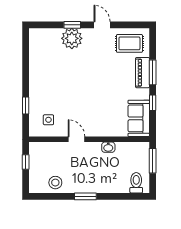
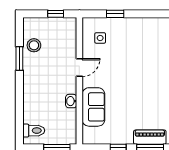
sofa: (139, 118) -> (93, 107), moved, turned 90
window: (85, 196) -> (19, 58), moved

